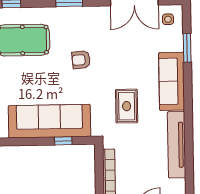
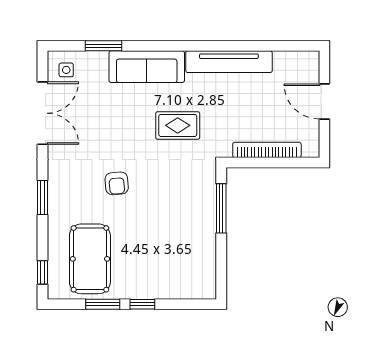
sofa: (49, 121) -> (195, 226), removed
window: (63, 141) -> (221, 208), width x2.17

